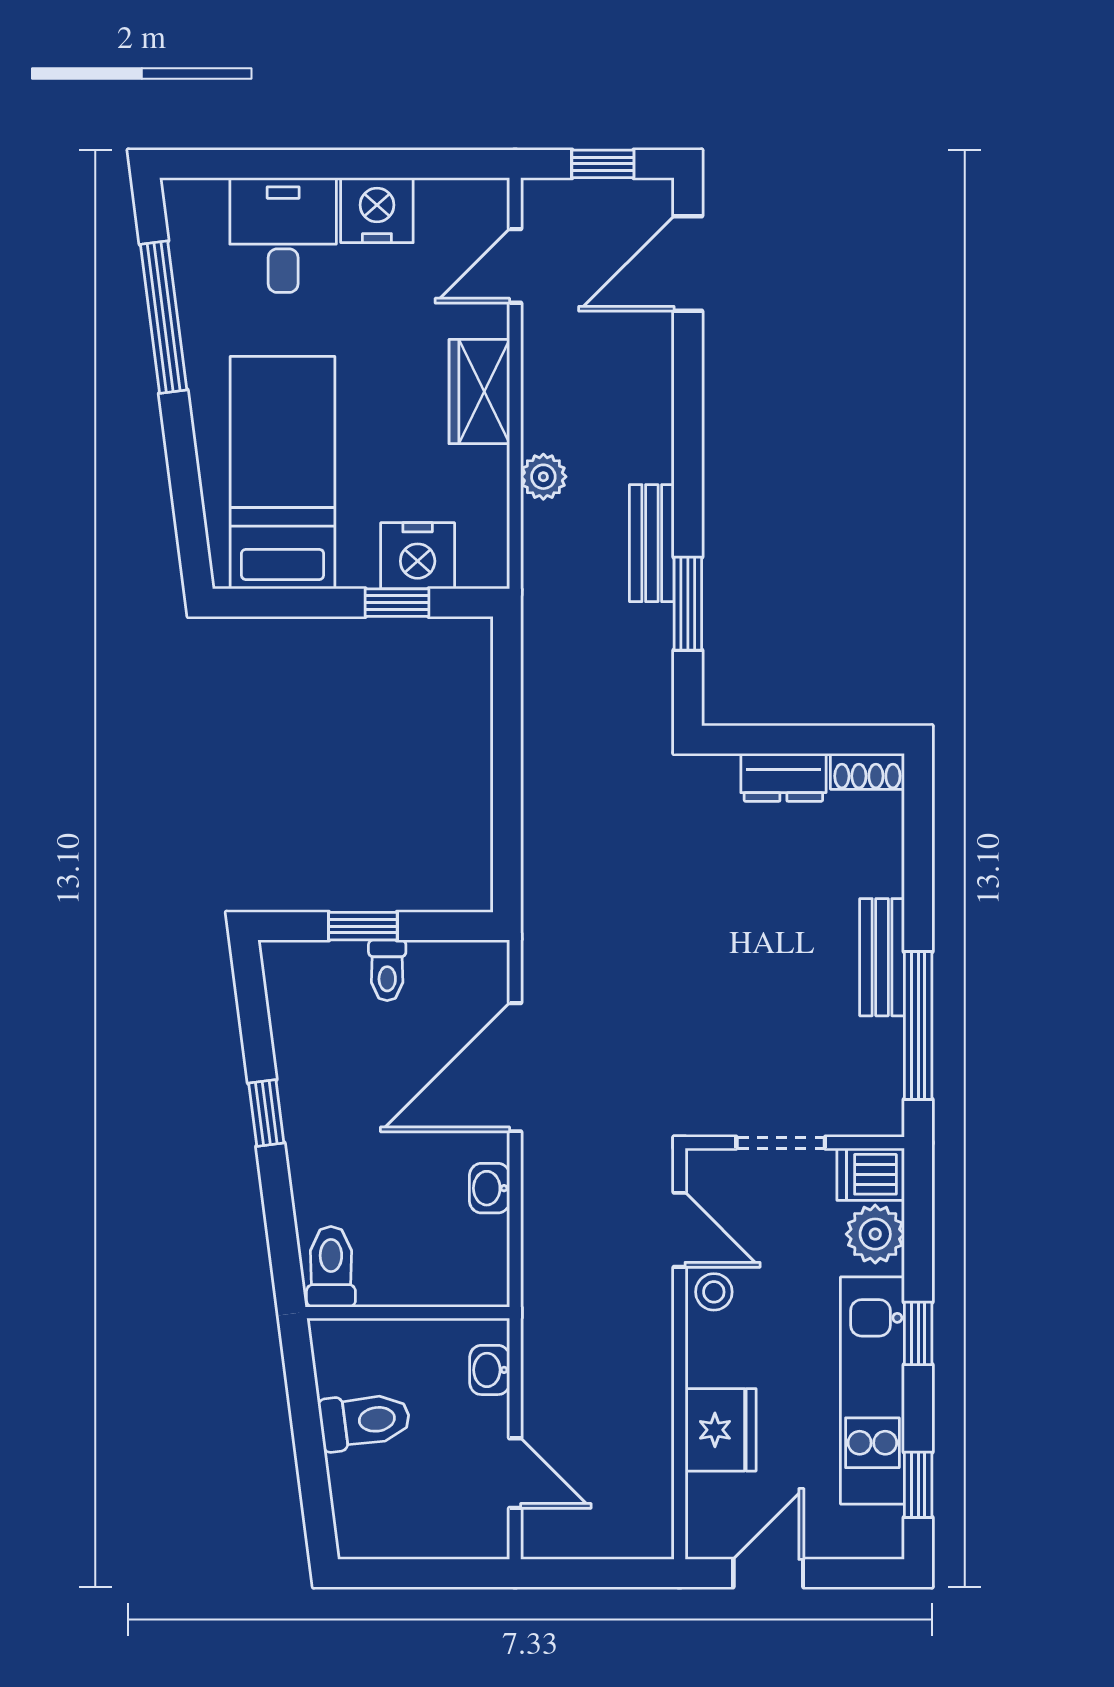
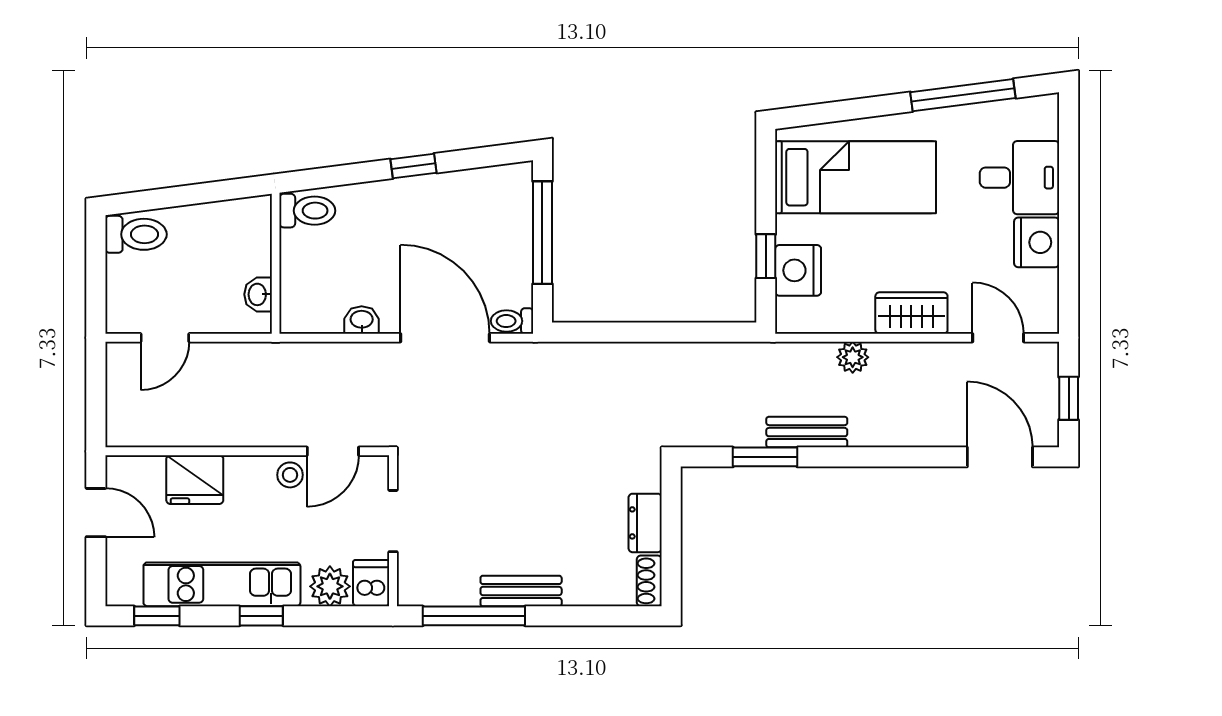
window: (363, 926) -> (542, 233), width x2.17
toilet: (387, 970) -> (512, 321), moved
washbasin: (490, 1370) -> (258, 294), moved, turned -90
toilet: (365, 1421) -> (136, 234), moved, turned -83

